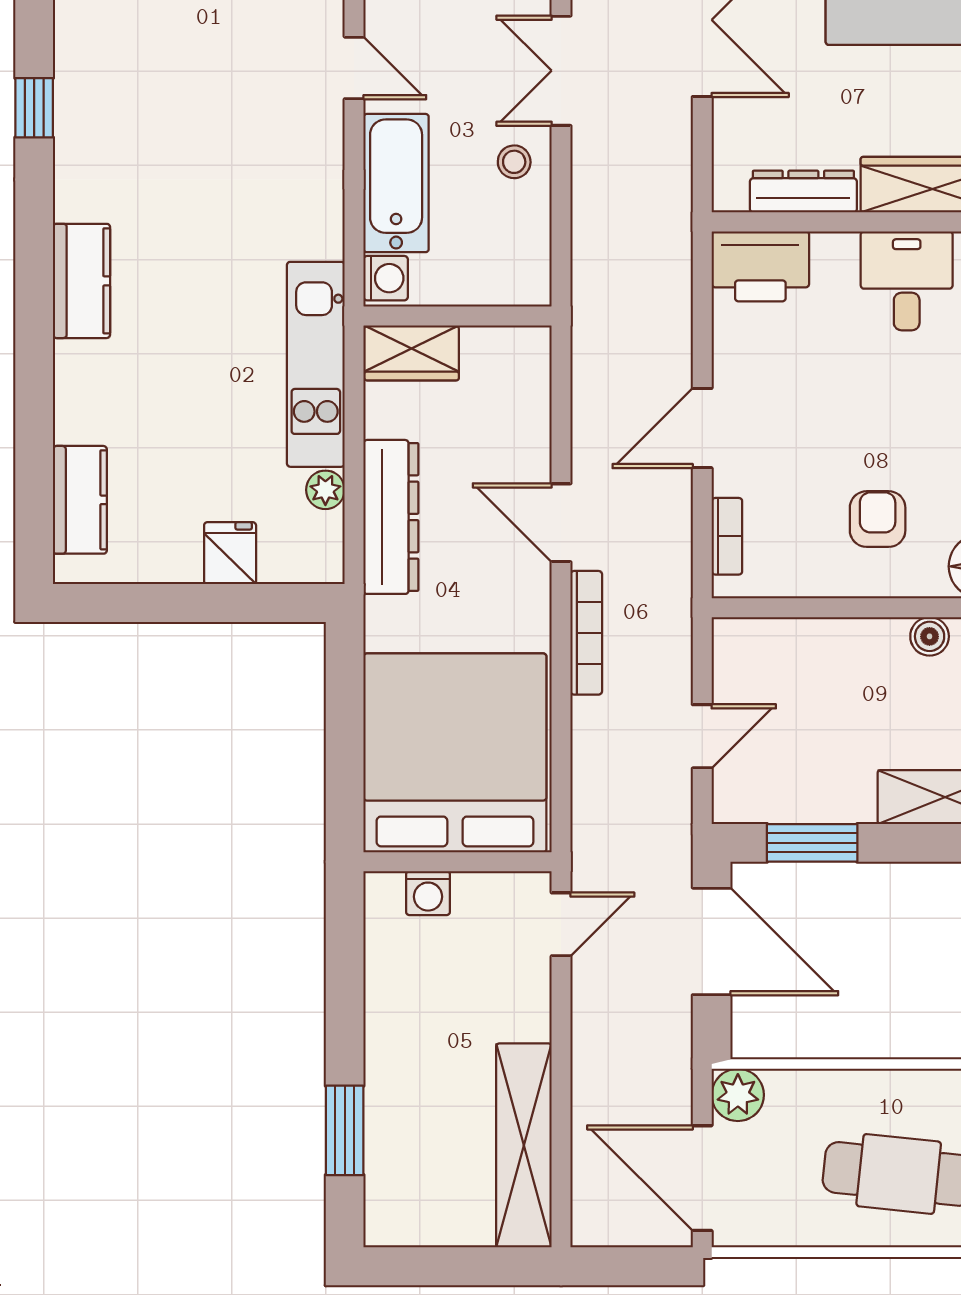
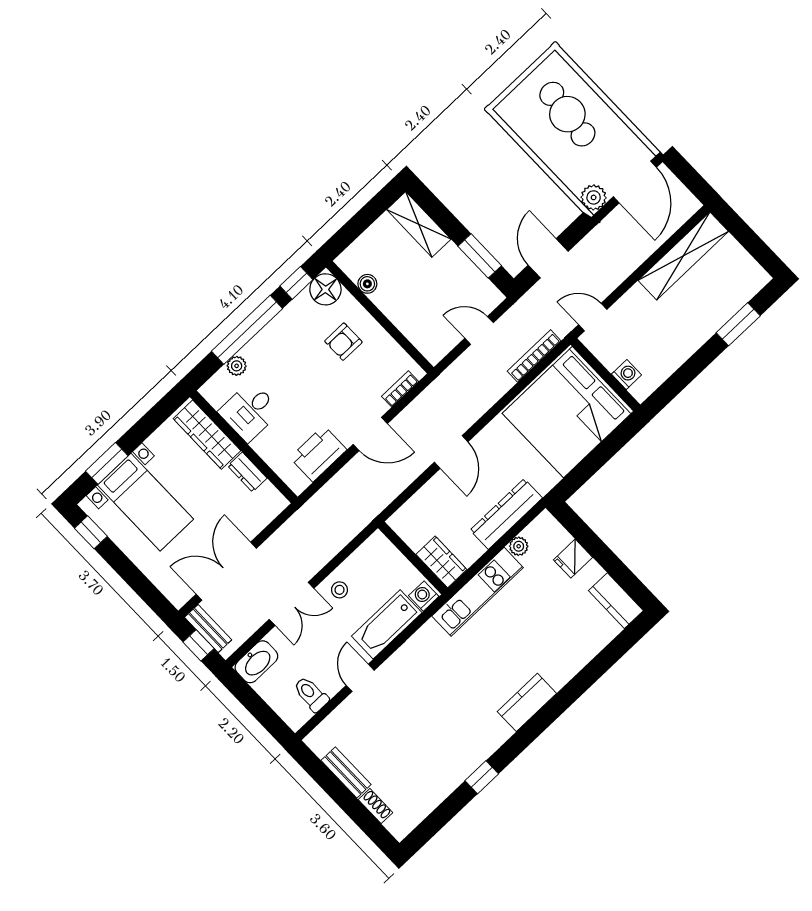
dresser: (803, 192) -> (247, 472), width x0.70
printer: (760, 266) -> (318, 454), moved, turned -90
kitchen counter: (80, 500) -> (616, 601), moved, turned -90
bookcase: (586, 633) -> (534, 356), moved
door: (712, 941) -> (548, 258), width x0.73

